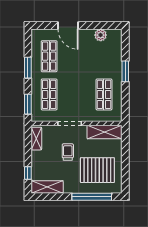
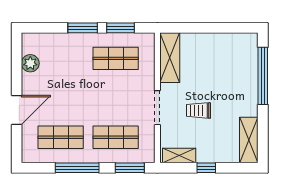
window: (28, 68) -> (77, 168), width x1.44
window: (125, 98) -> (120, 28), added
pallet: (97, 170) -> (224, 68), removed
window: (28, 173) -> (206, 168), moved

